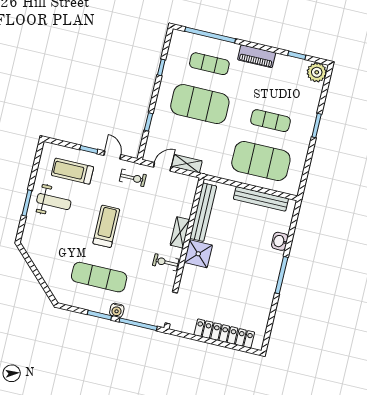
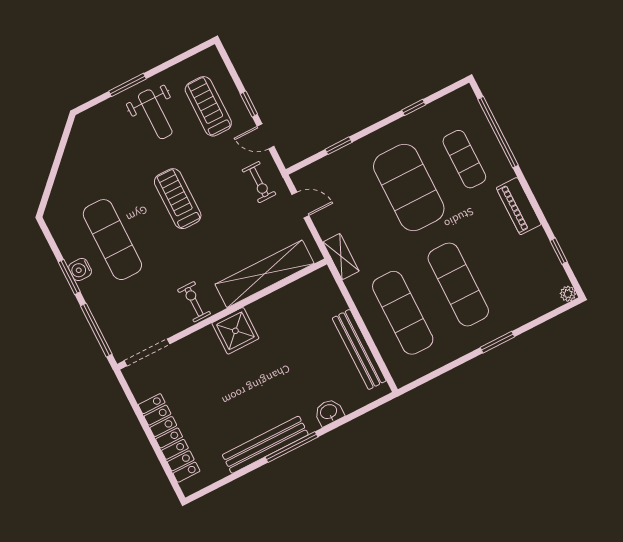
plant: (317, 72) -> (568, 294), width x0.53, depth x0.53
exercise mat: (270, 121) -> (458, 284), width x1.36, depth x1.45
door: (112, 155) -> (265, 136), swing flipped
exercise mat: (261, 161) -> (403, 313), width x0.68
shelving: (187, 164) -> (341, 257), moved
bench: (203, 212) -> (265, 445), moved
treadmill: (106, 226) -> (178, 199), turned -90
shelving: (180, 232) -> (265, 274), width x2.20, depth x1.33
water cooler: (117, 310) -> (80, 270), moved

